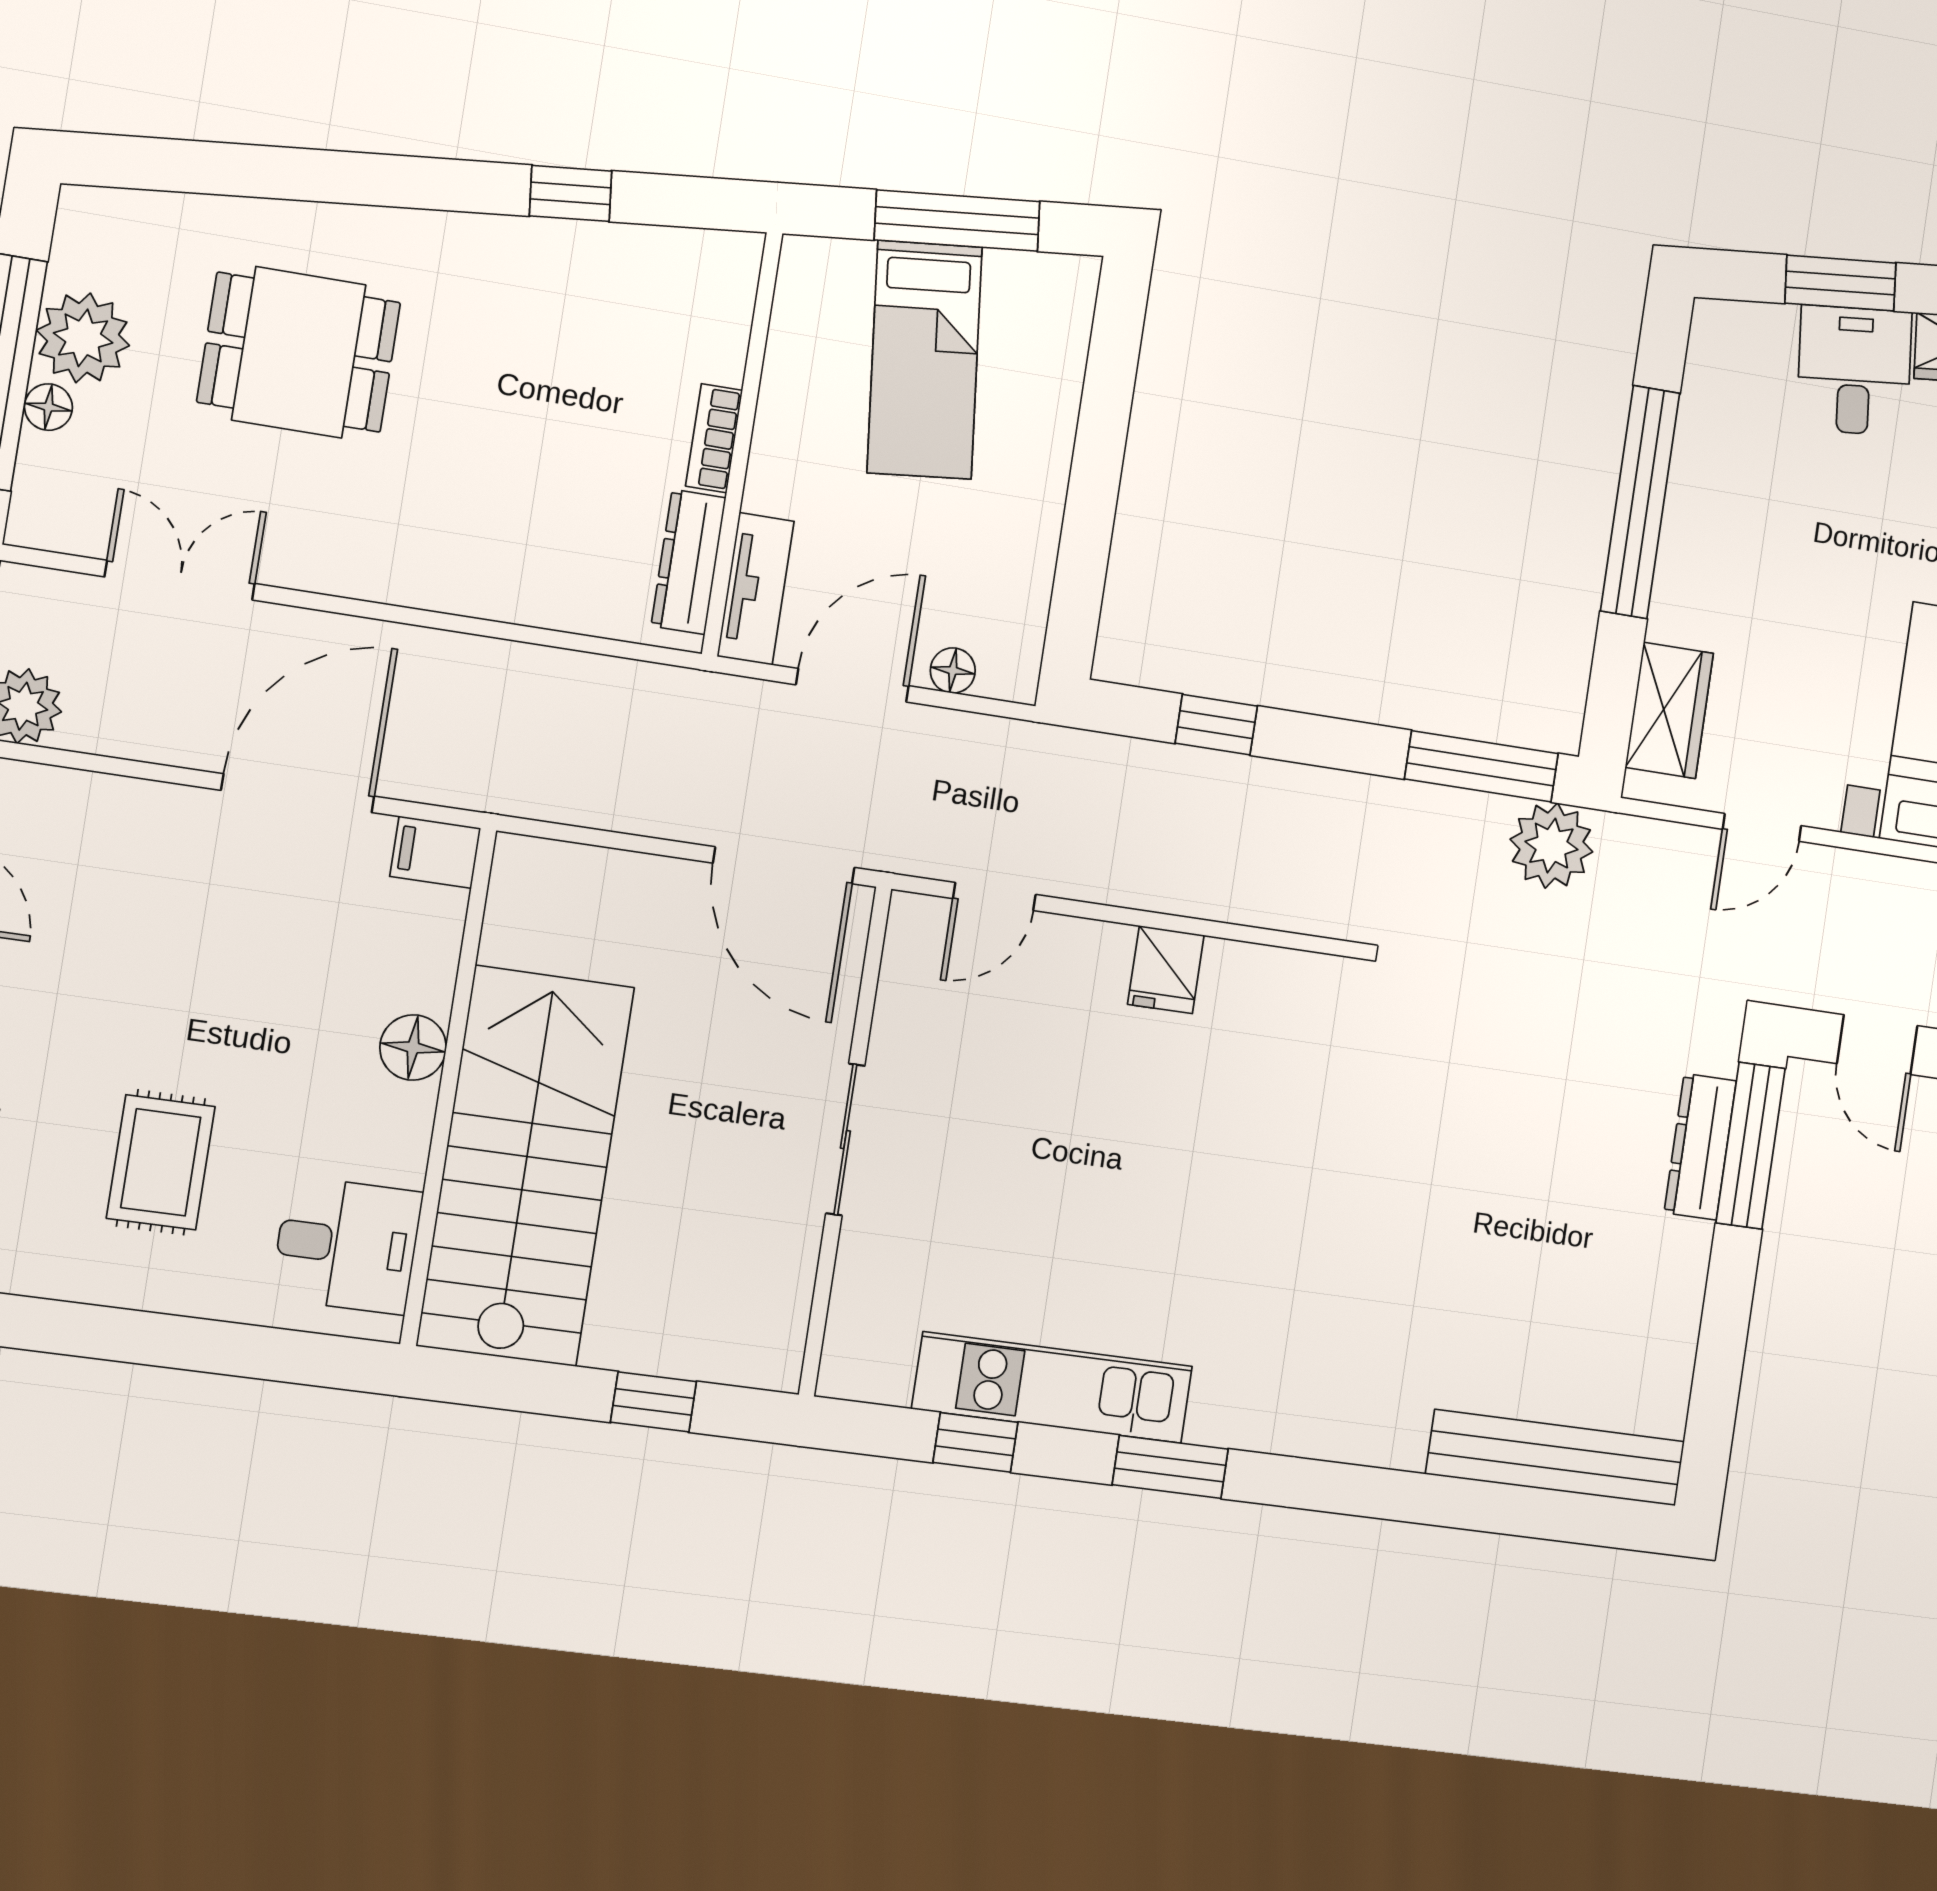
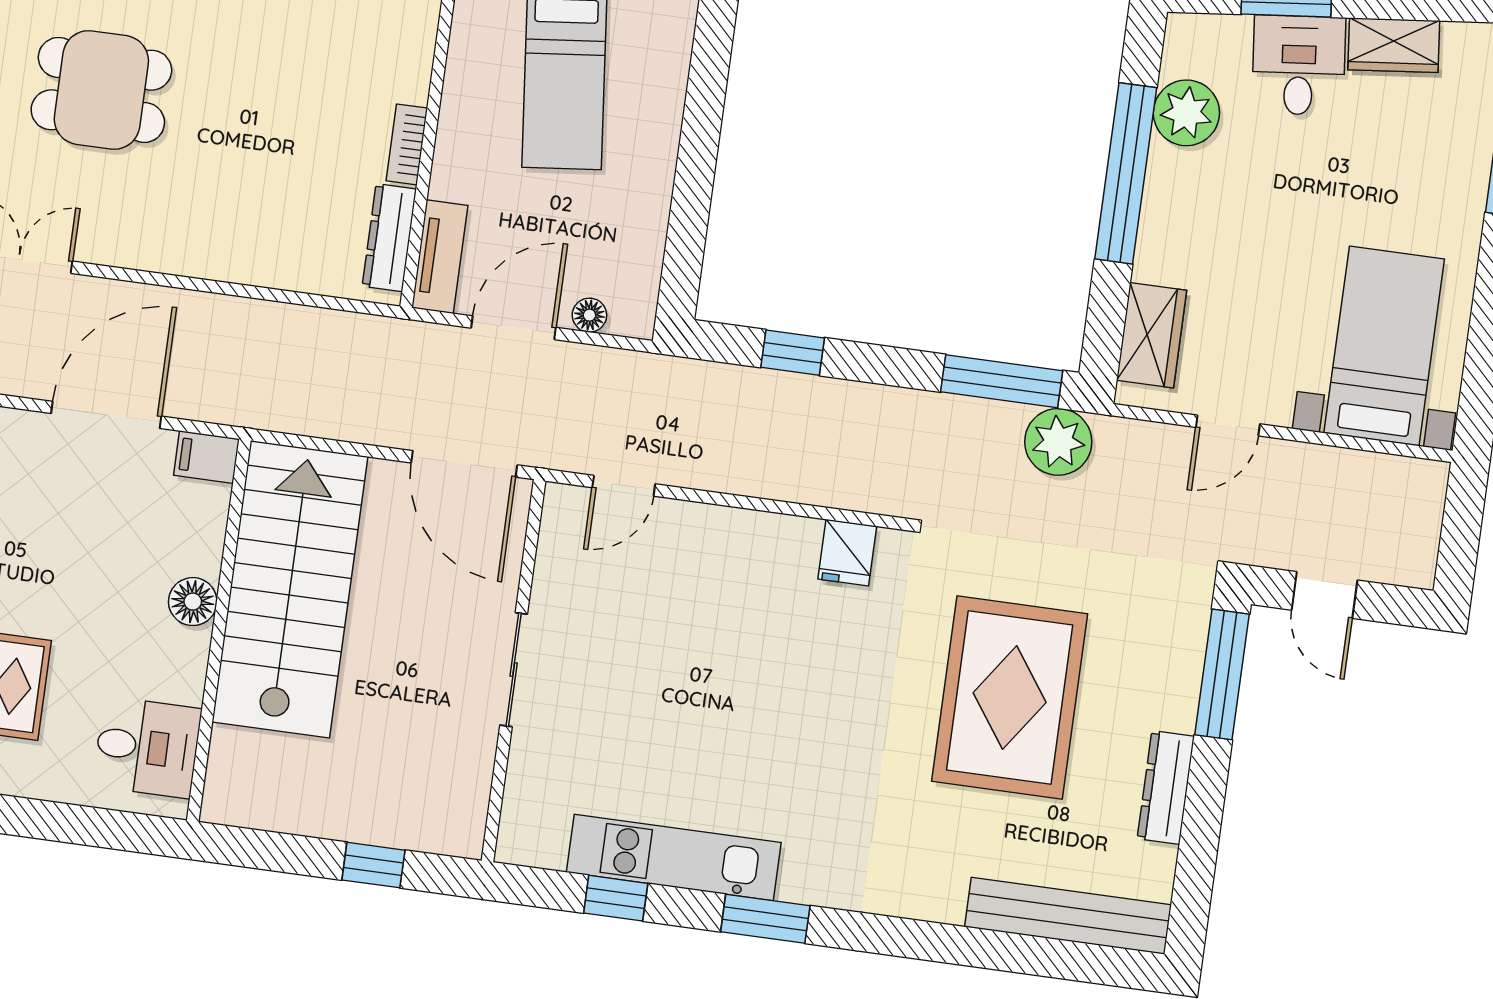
plant: (1716, 427) -> (1186, 113), added
fridge: (1166, 970) -> (847, 553), moved
dresser: (1700, 1147) -> (1166, 787), moved
stairs: (526, 1166) -> (290, 589), moved
rug: (1486, 1176) -> (1010, 698), added

